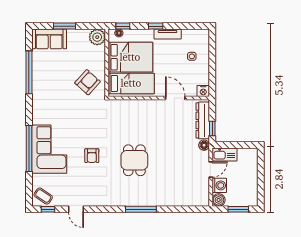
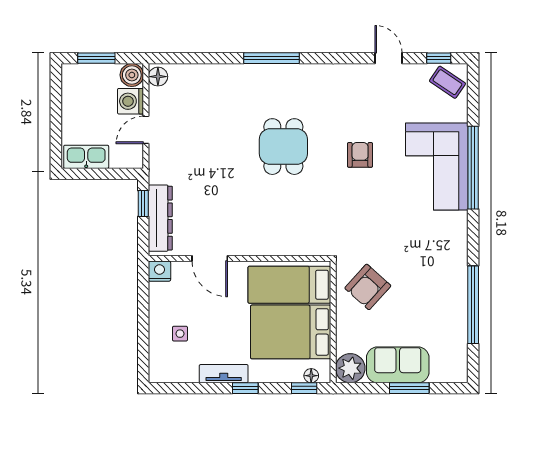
sofa: (49, 39) -> (398, 365), moved
floor lamp: (204, 145) -> (158, 77), moved
kitchen sink: (225, 155) -> (86, 157), moved

